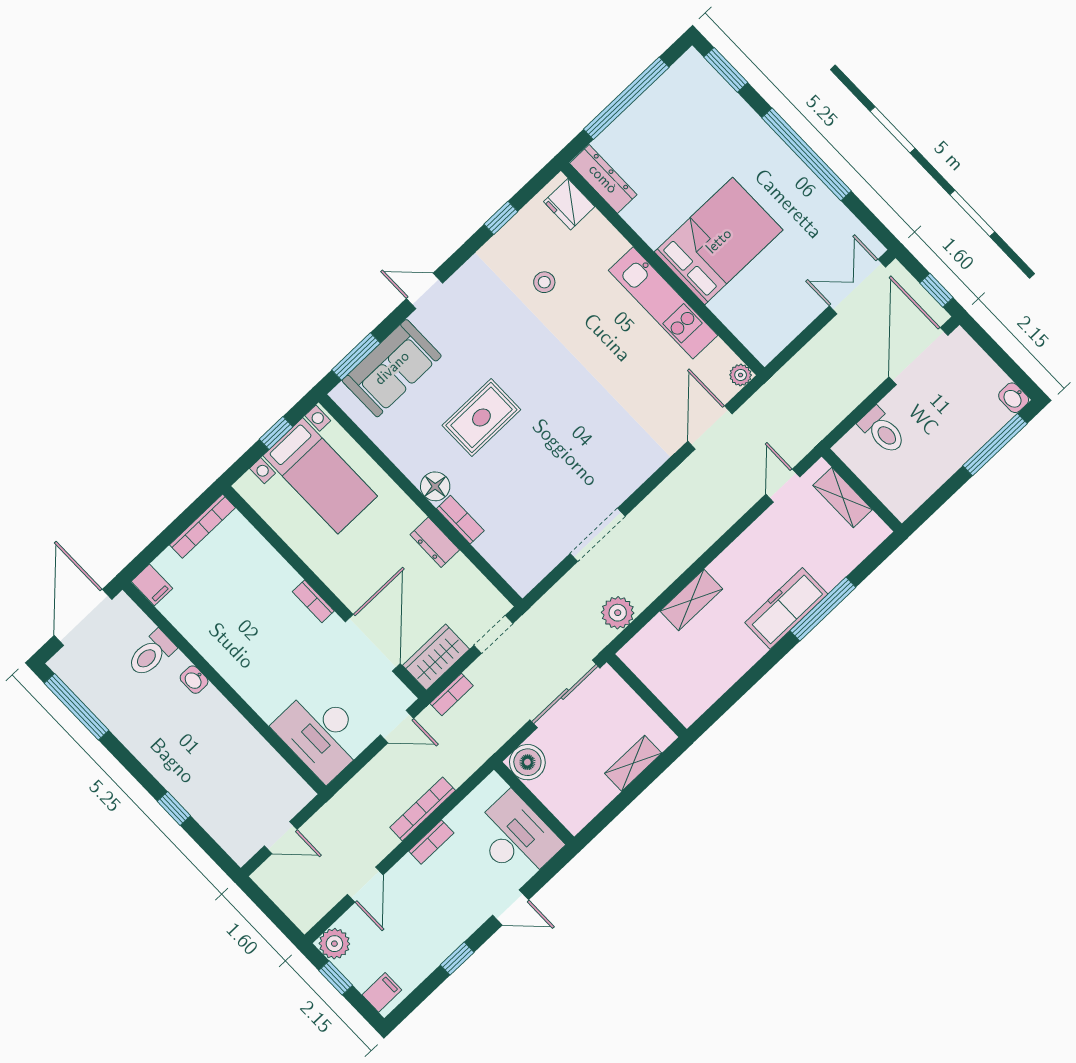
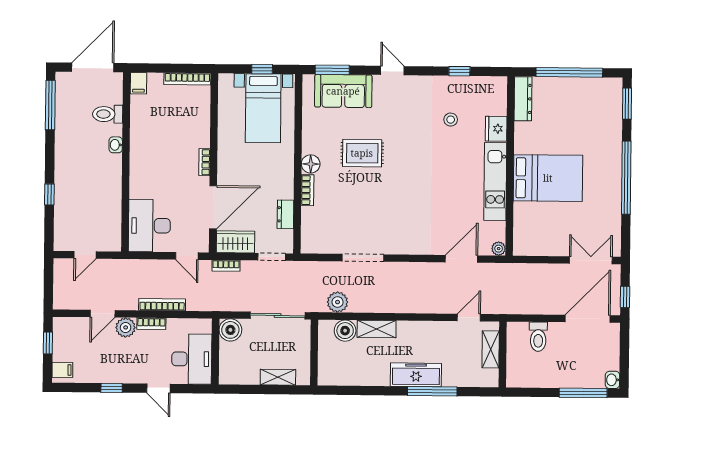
fridge: (569, 204) -> (496, 129), moved
dresser: (435, 542) -> (285, 214), moved
boiler: (658, 637) -> (345, 331), added
door: (281, 838) -> (85, 255), hinge flipped
plant: (334, 944) -> (126, 327), moved

